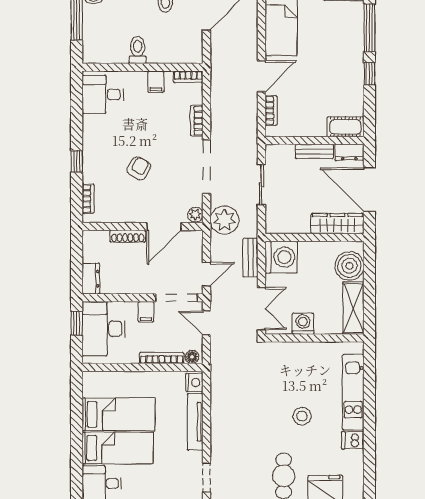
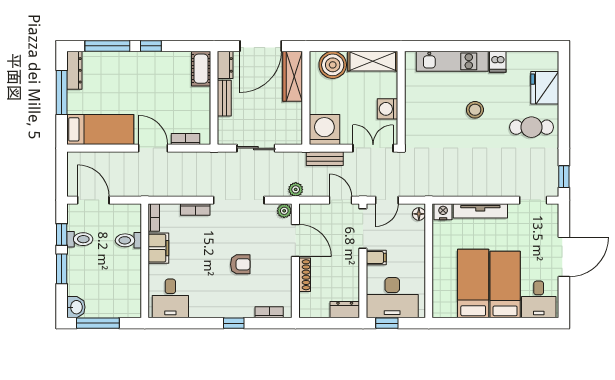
toilet: (138, 50) -> (128, 240), moved
filing cabinet: (156, 82) -> (158, 248), width x2.00
armchair: (139, 168) -> (240, 264), turned 150
plant: (225, 220) -> (296, 189), width x0.53, depth x0.53
bookcase: (162, 358) -> (420, 243), removed

